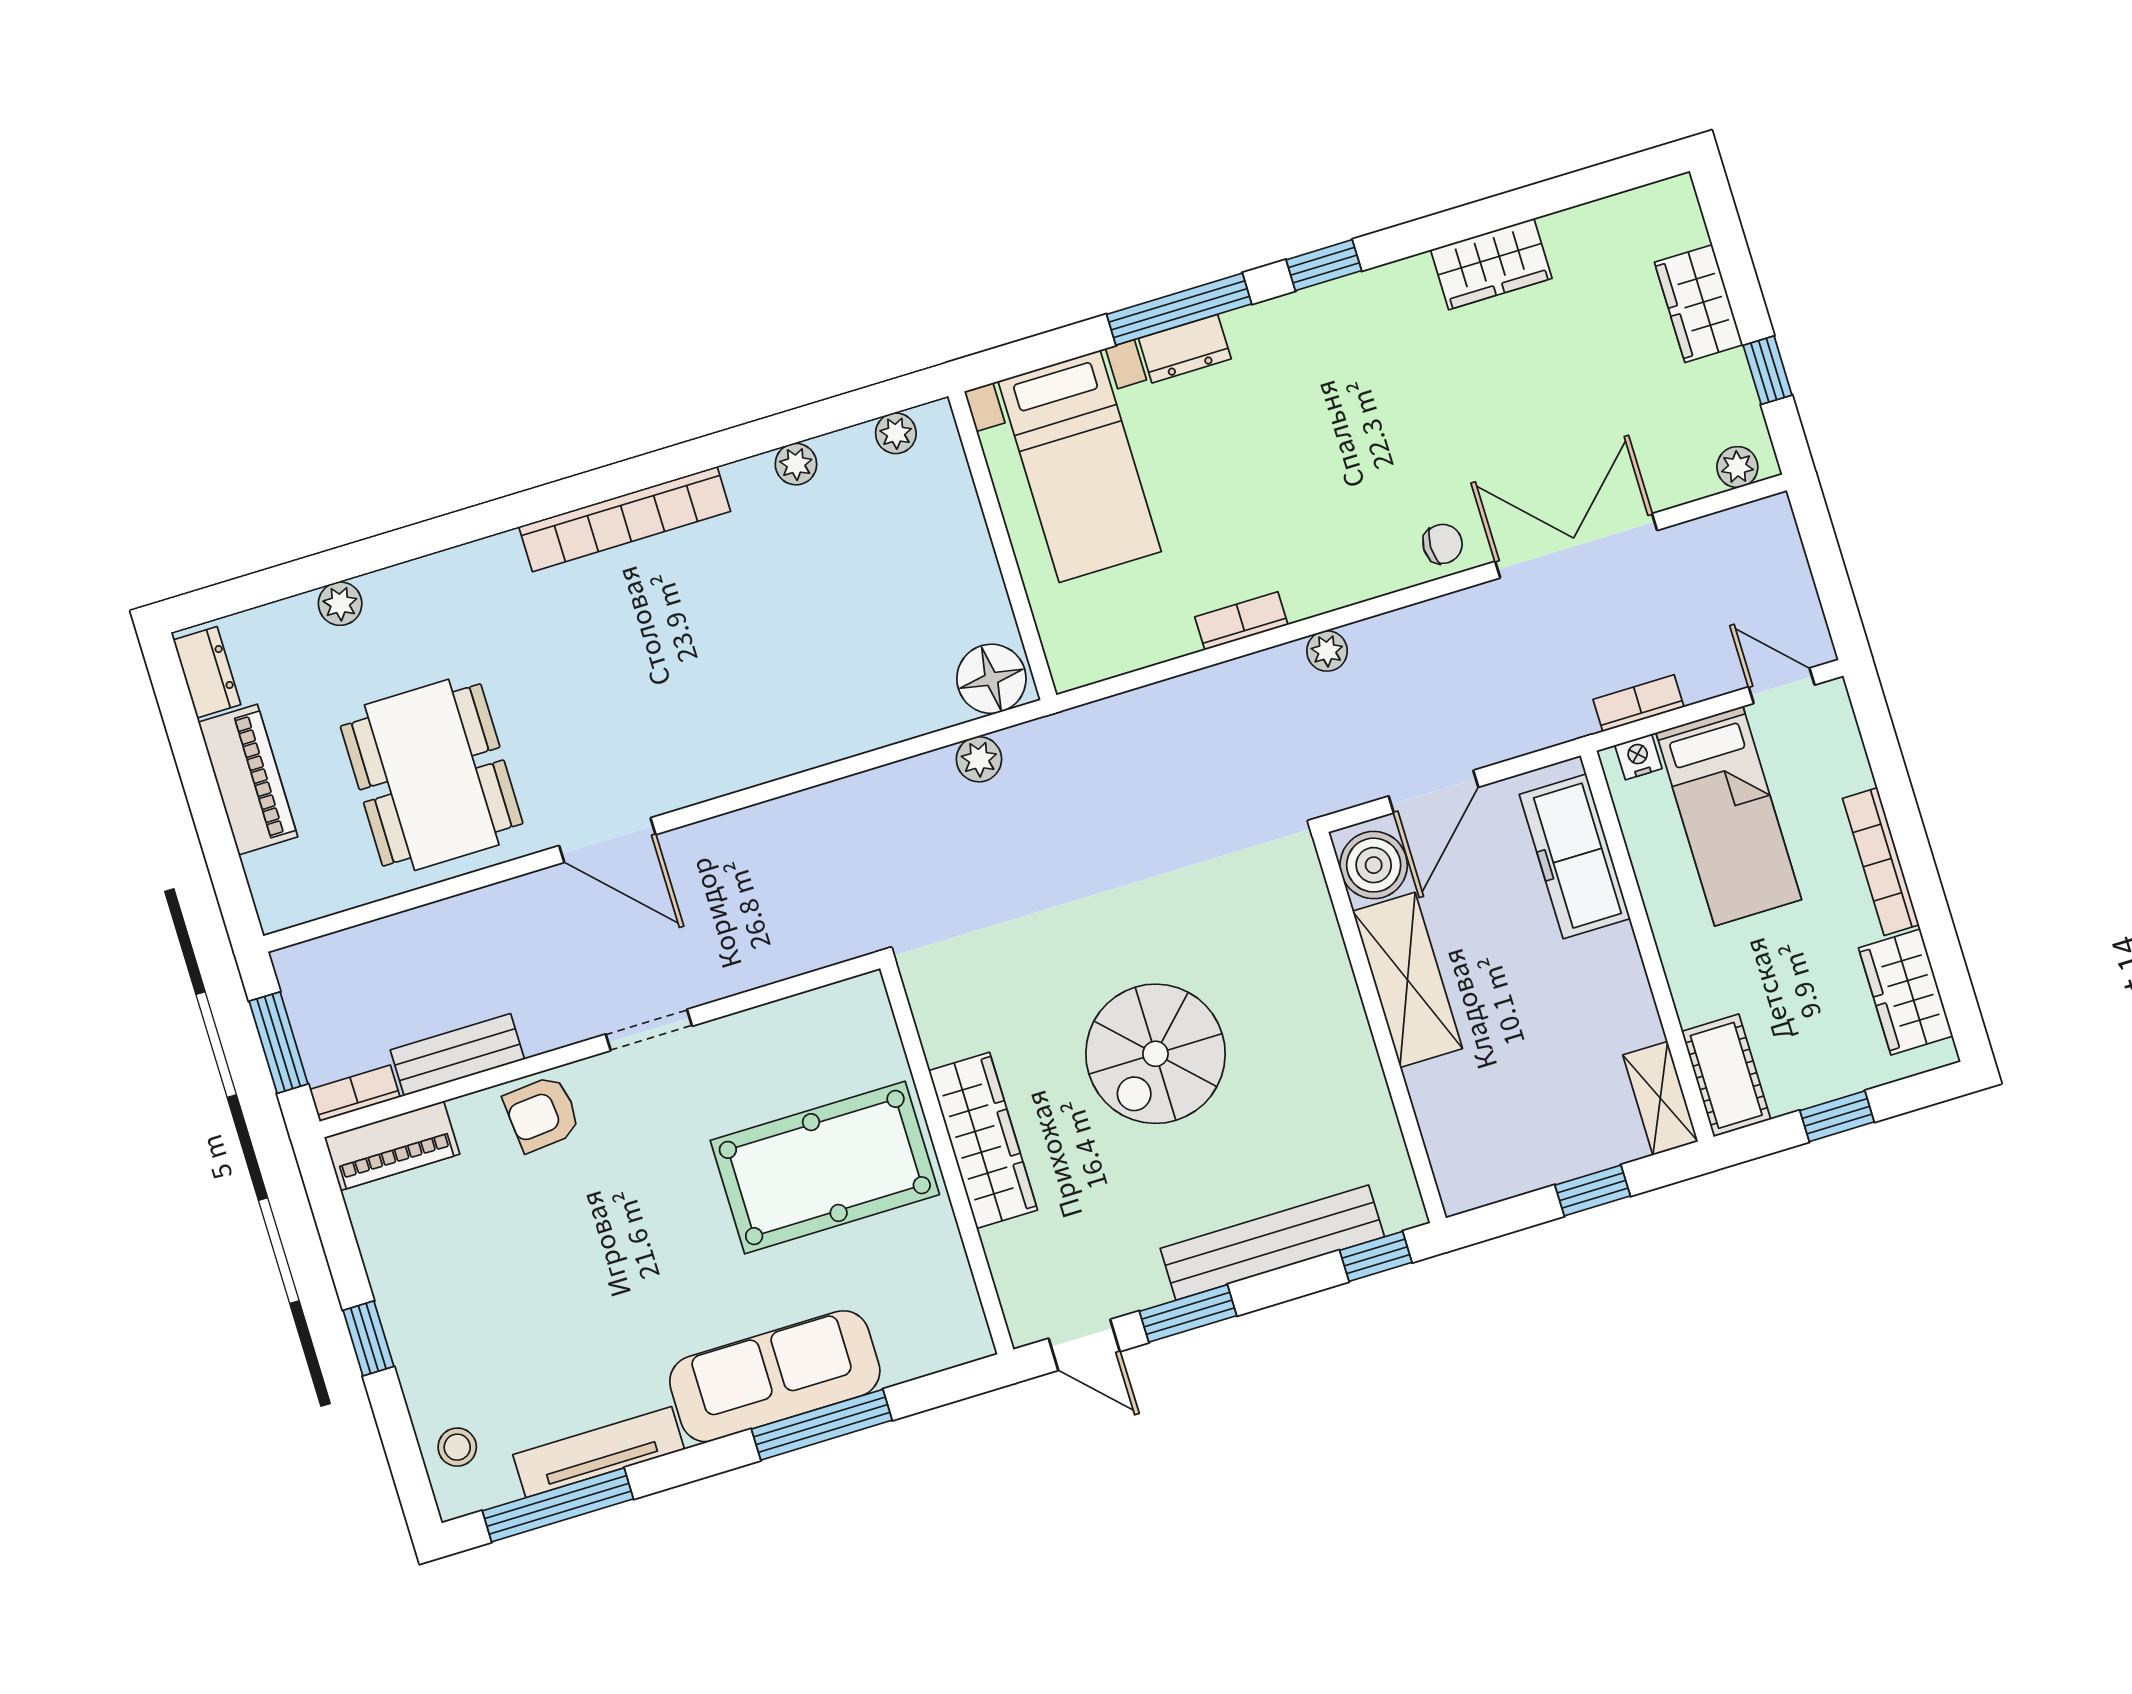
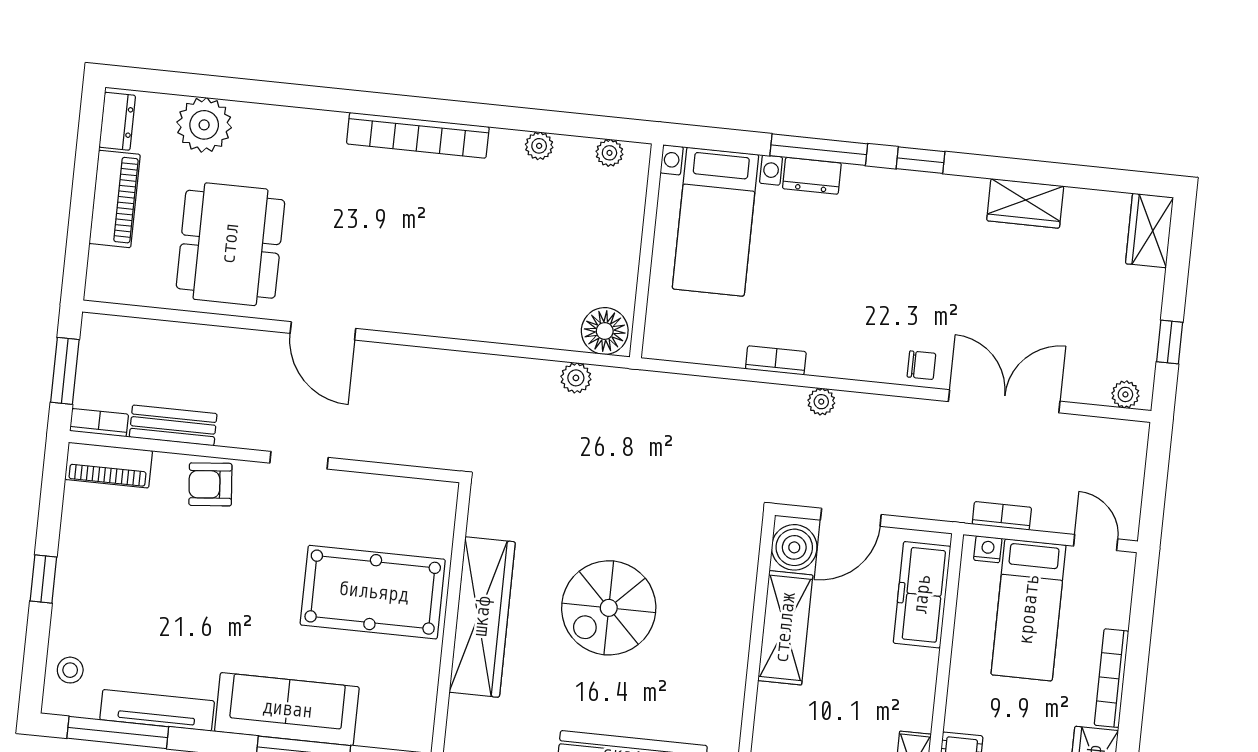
wardrobe: (1699, 304) -> (1149, 231), moved
plant: (340, 604) -> (204, 125), width x1.88, depth x1.88
wardrobe: (983, 1140) -> (482, 617), width x1.40, depth x1.17

